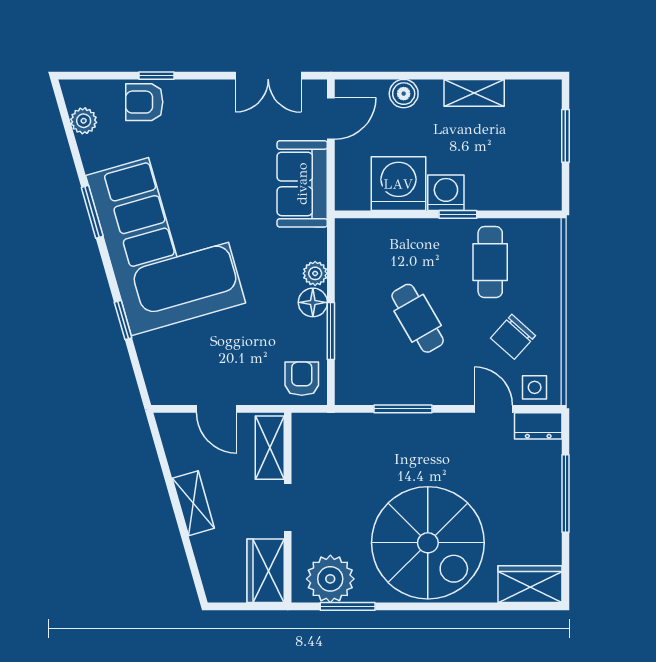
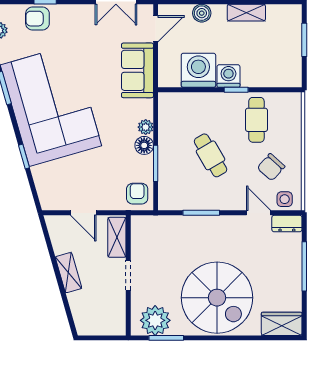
wardrobe: (266, 571) -> (114, 315), removed

